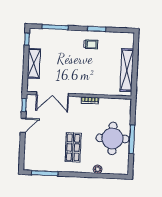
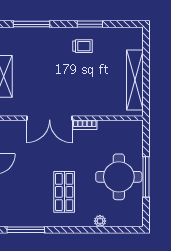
double door: (52, 94) -> (50, 118), moved

